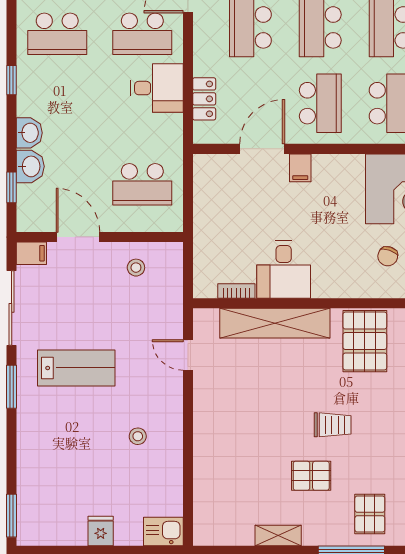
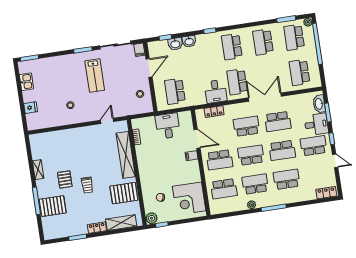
desk: (284, 270) -> (168, 126), moved, turned 90
pallet: (370, 514) -> (53, 206), width x1.50, depth x1.42
fridge: (101, 531) -> (31, 108), moved
kitchen sink: (163, 531) -> (26, 82), moved

